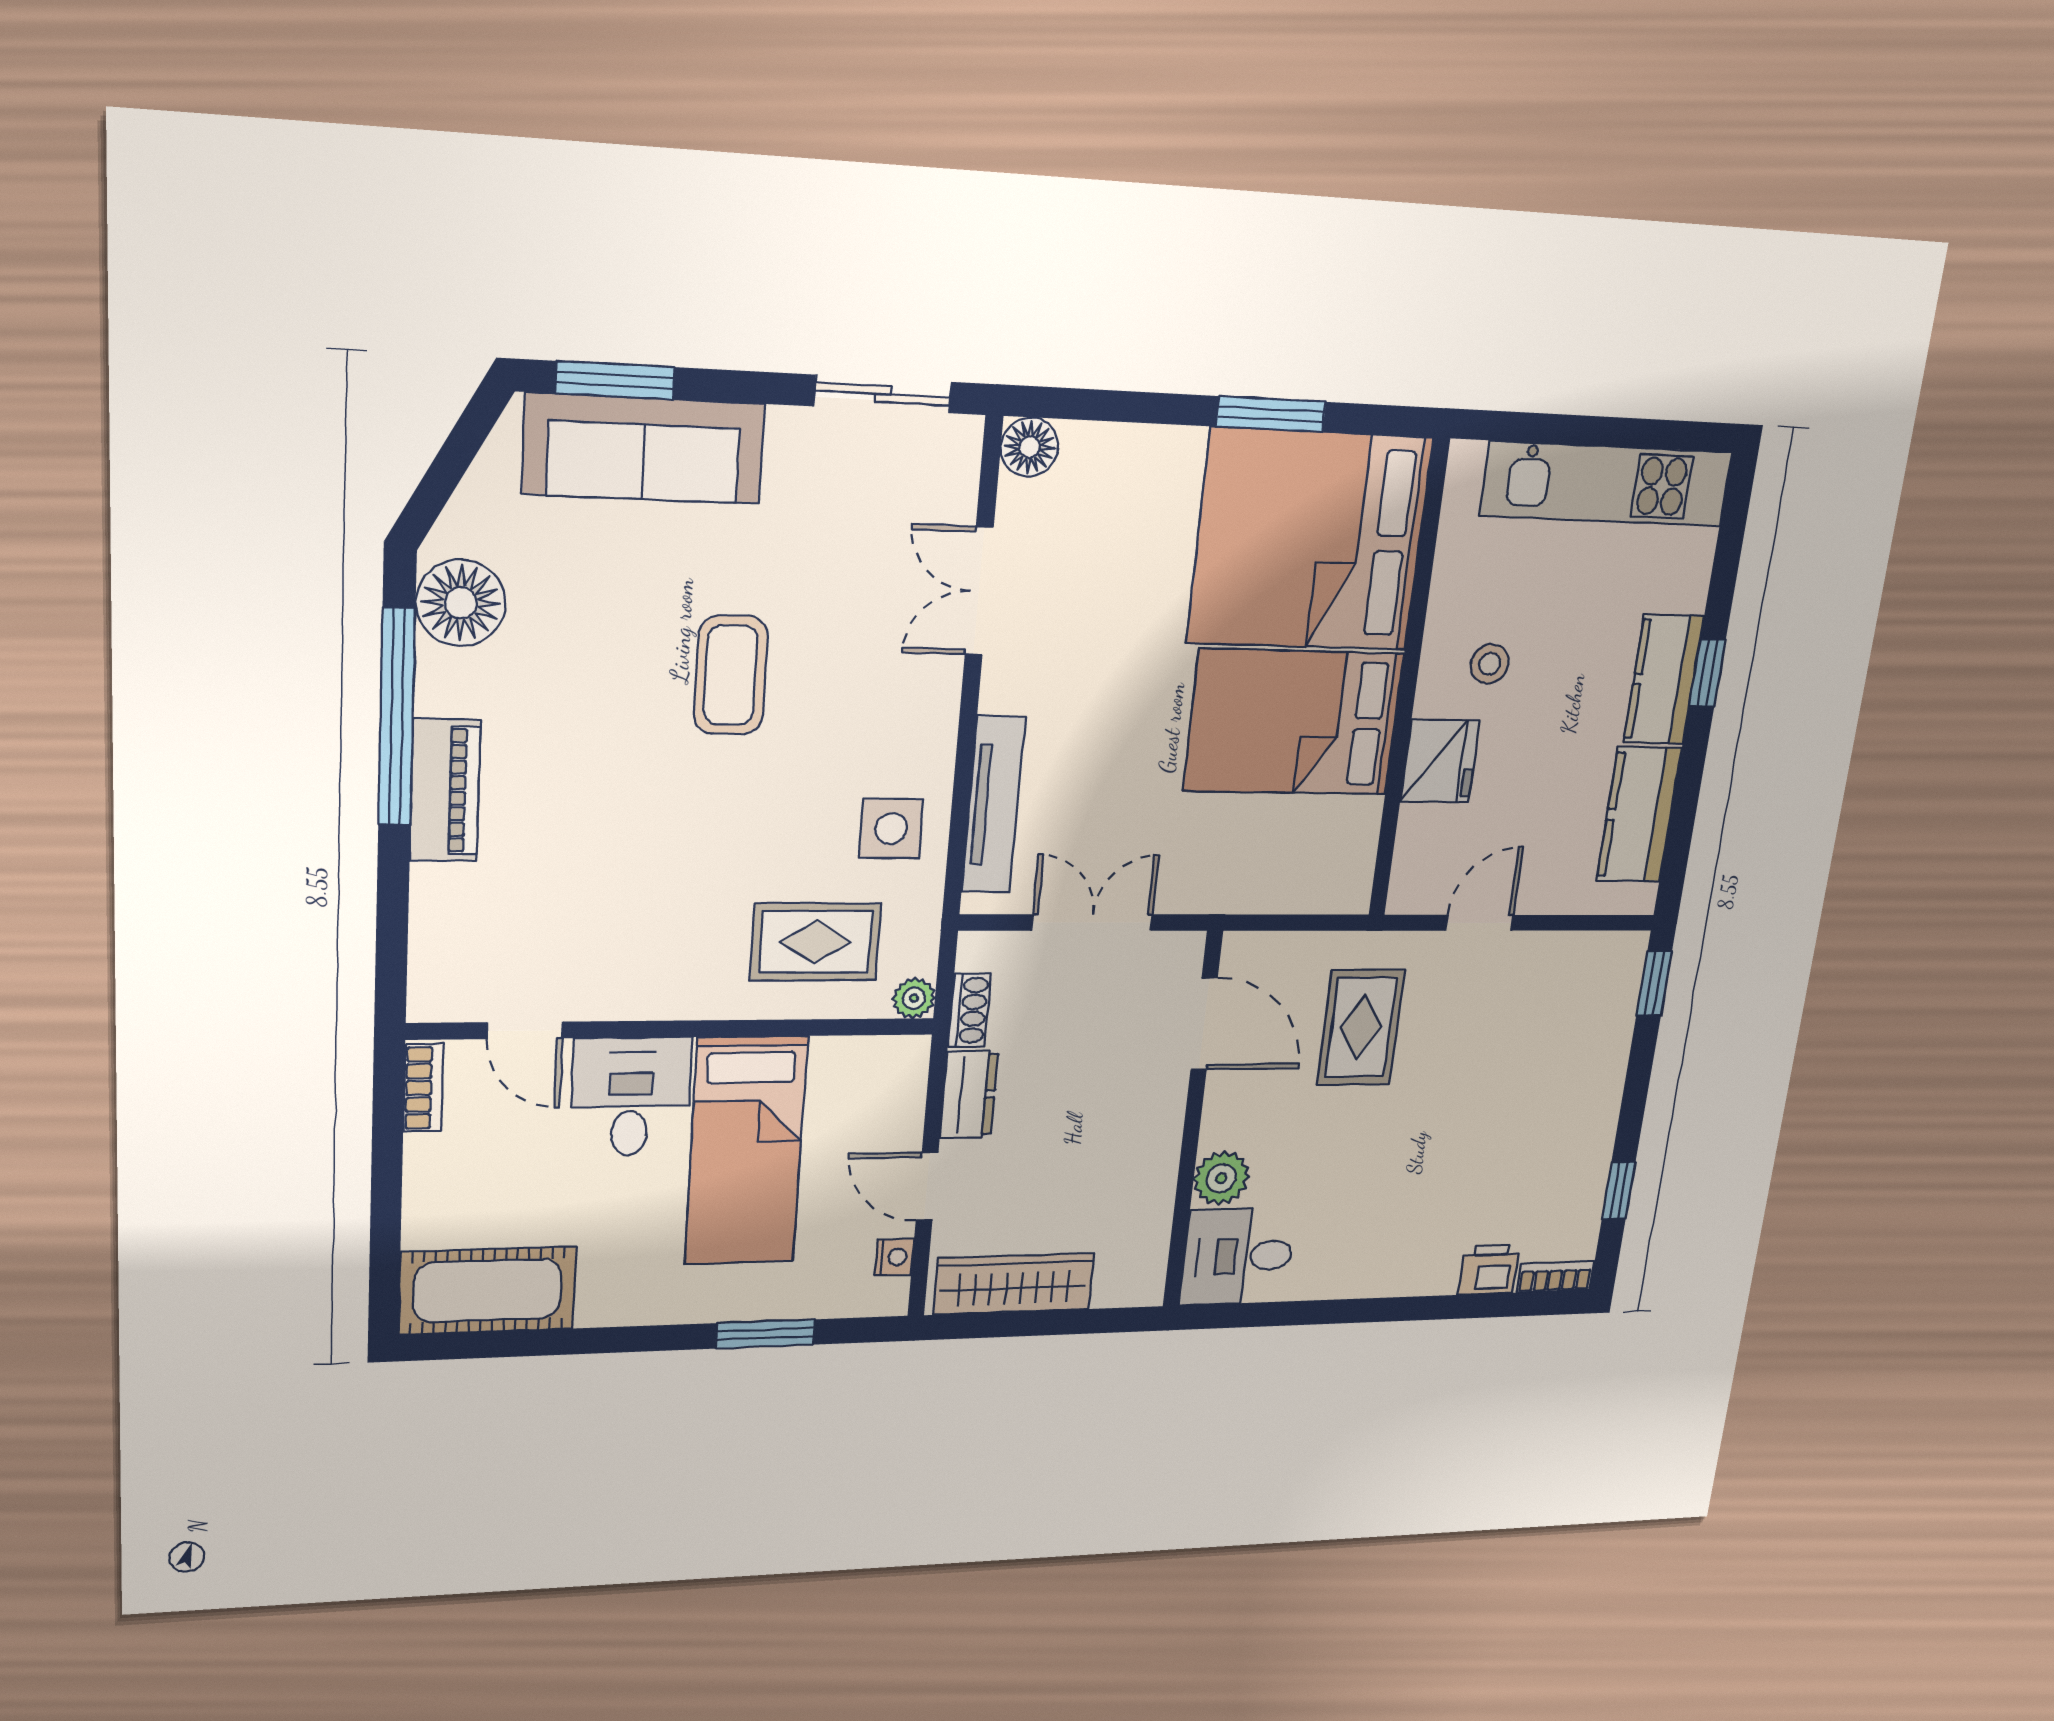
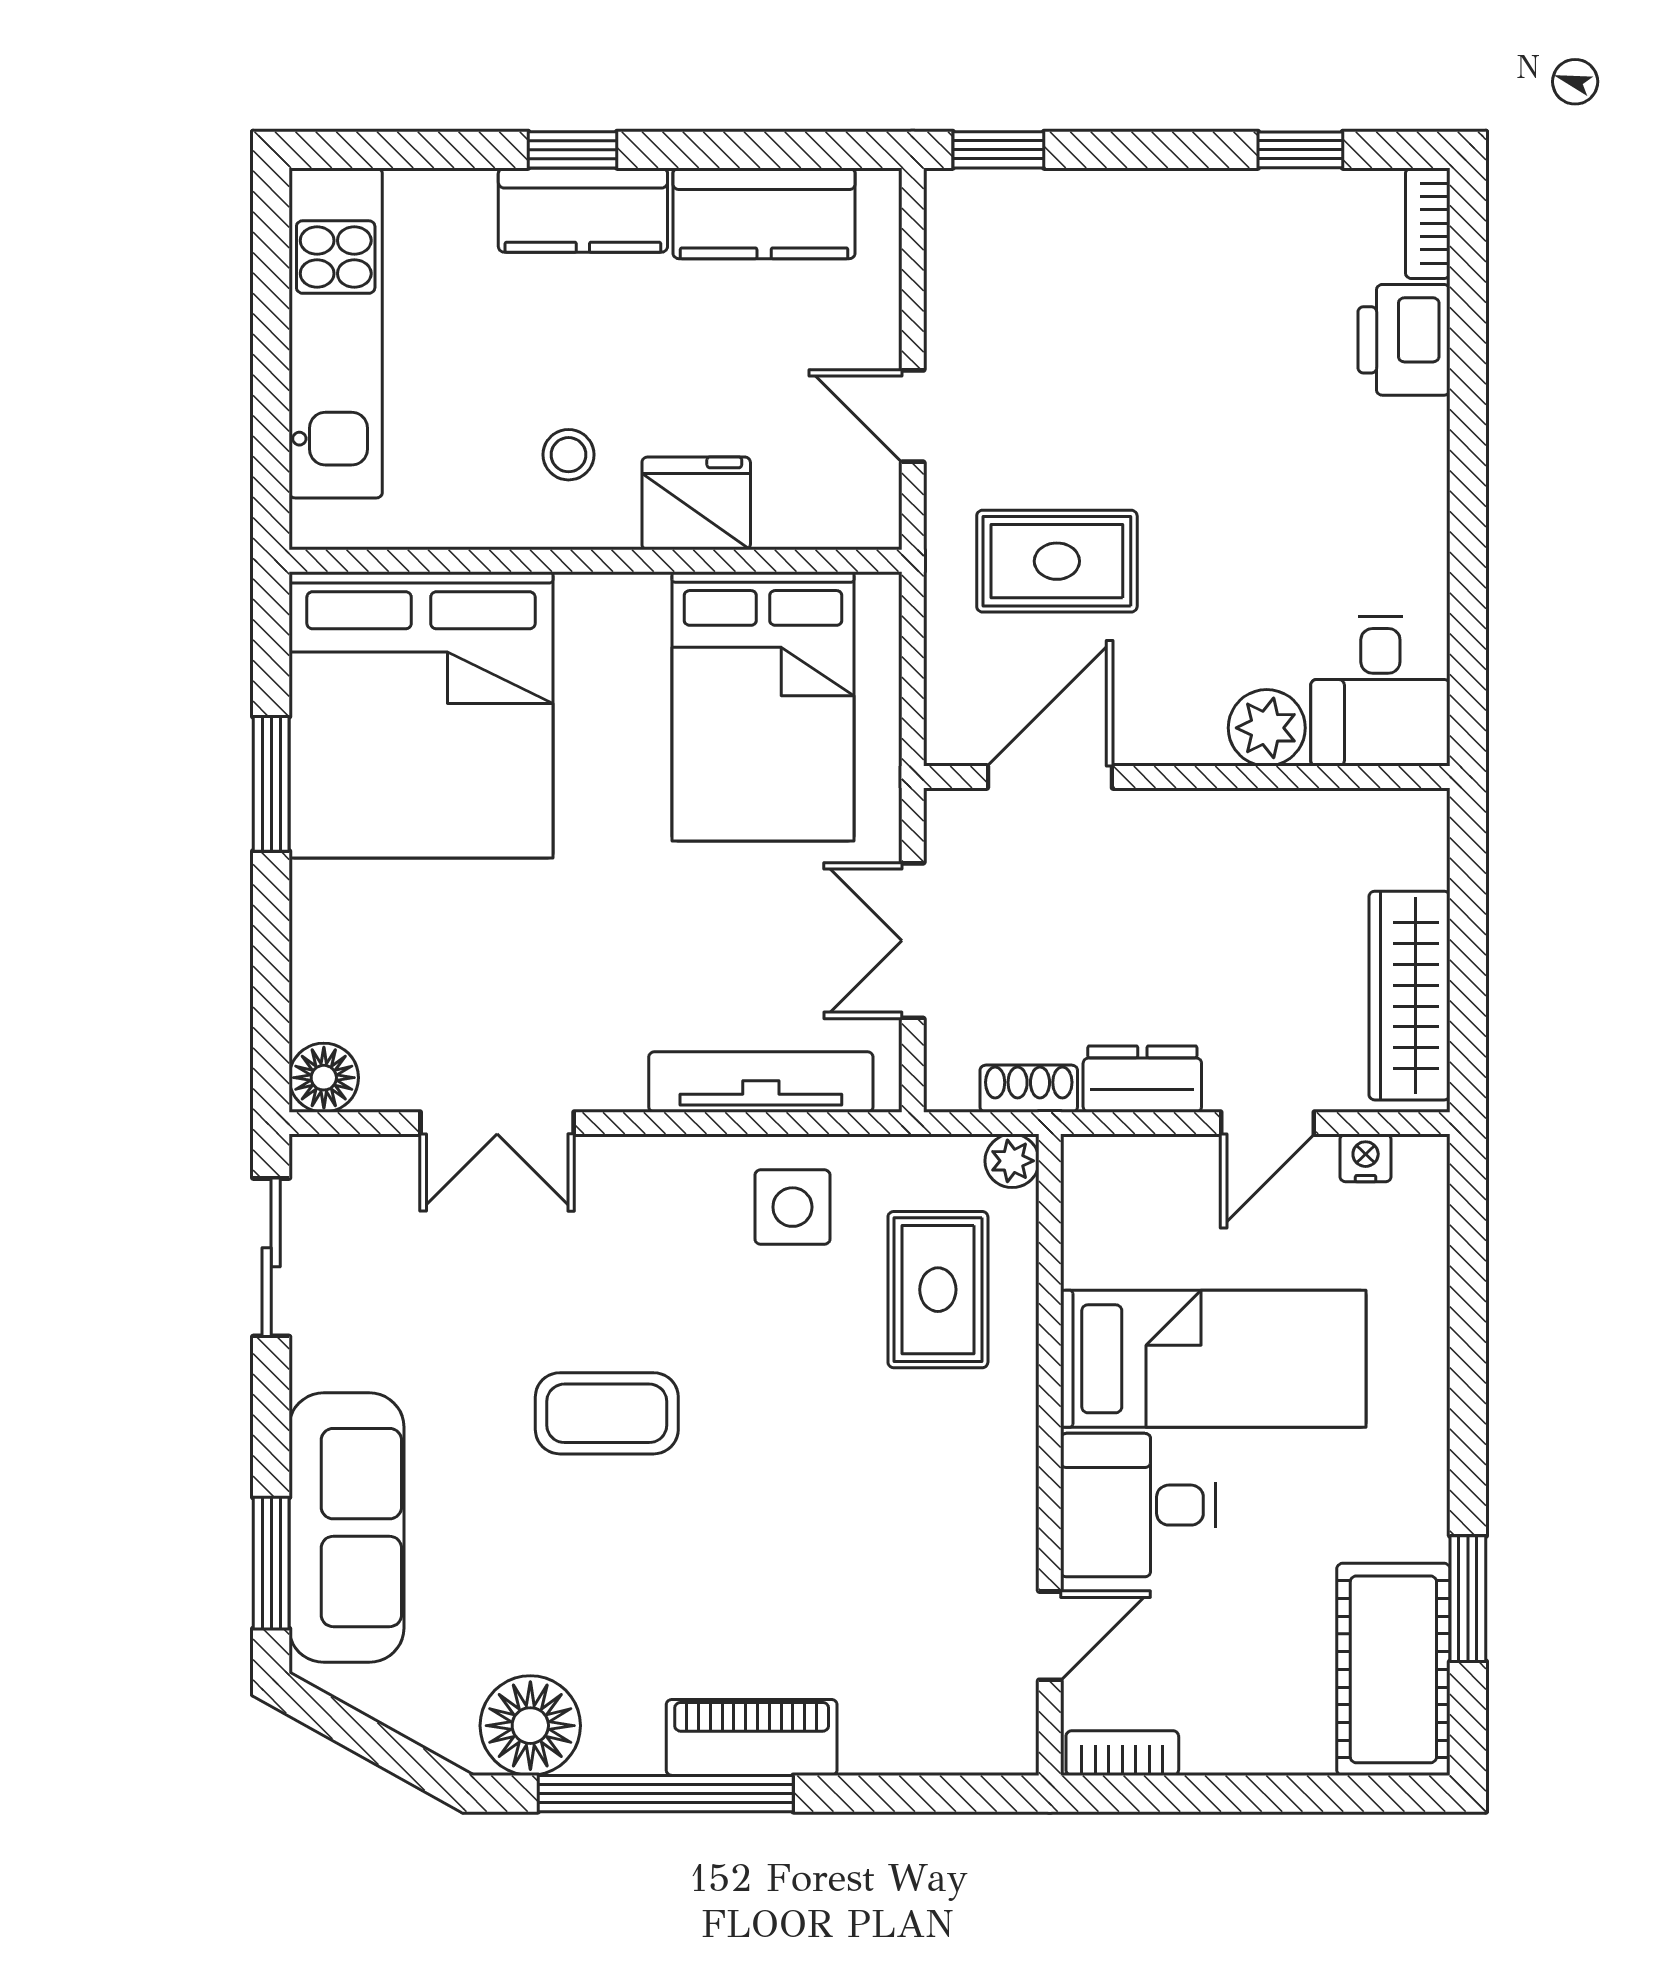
bed: (1294, 722) -> (763, 706), moved
printer: (1489, 1269) -> (1404, 340), width x1.36, depth x1.24
window: (765, 1334) -> (1468, 1599), moved

